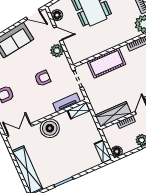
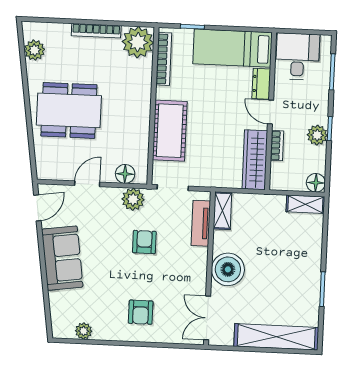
floor lamp: (57, 15) -> (125, 174), moved
plant: (57, 51) -> (133, 199), moved

